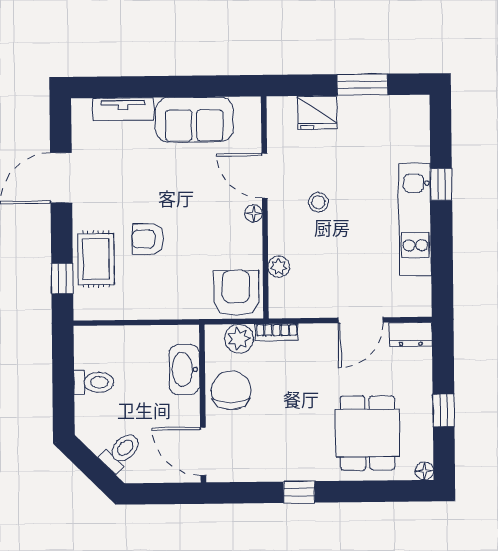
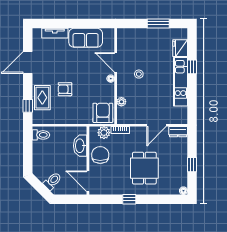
fridge: (317, 113) -> (180, 48), moved, turned 90
toilet: (94, 382) -> (41, 135), moved
dining table: (367, 433) -> (144, 168), moved

